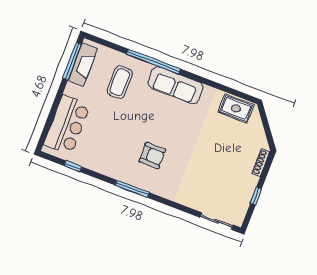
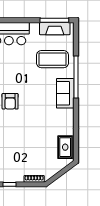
coffee table: (120, 82) -> (53, 59), width x1.36, depth x1.32
sofa: (175, 85) -> (65, 93), width x0.73

